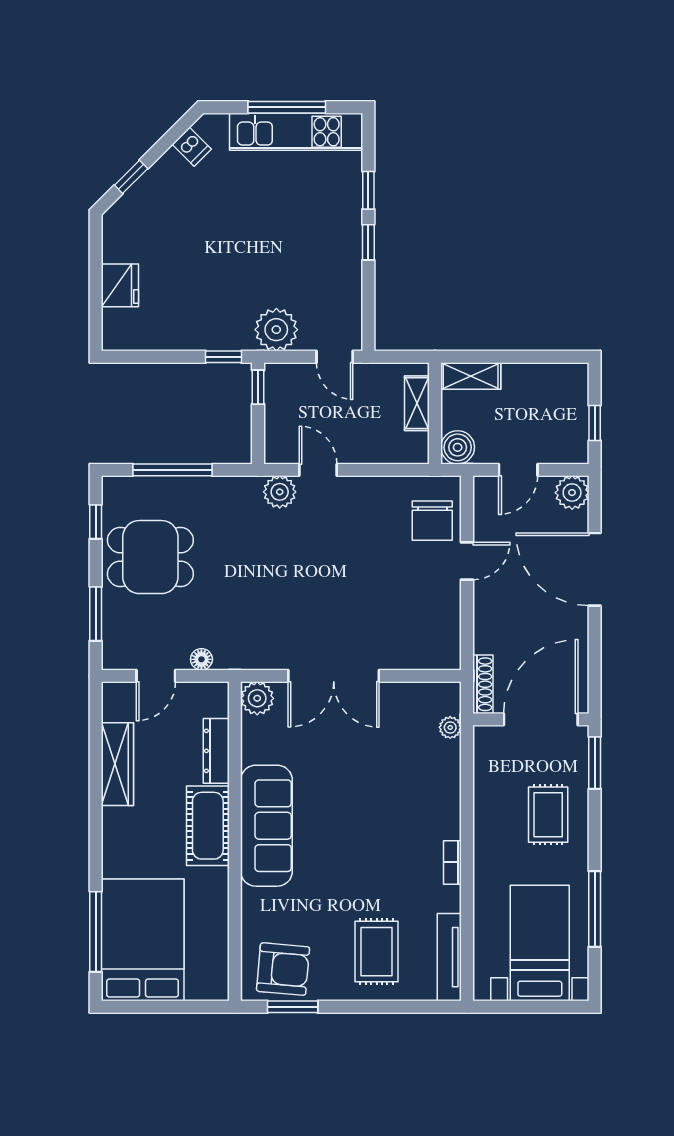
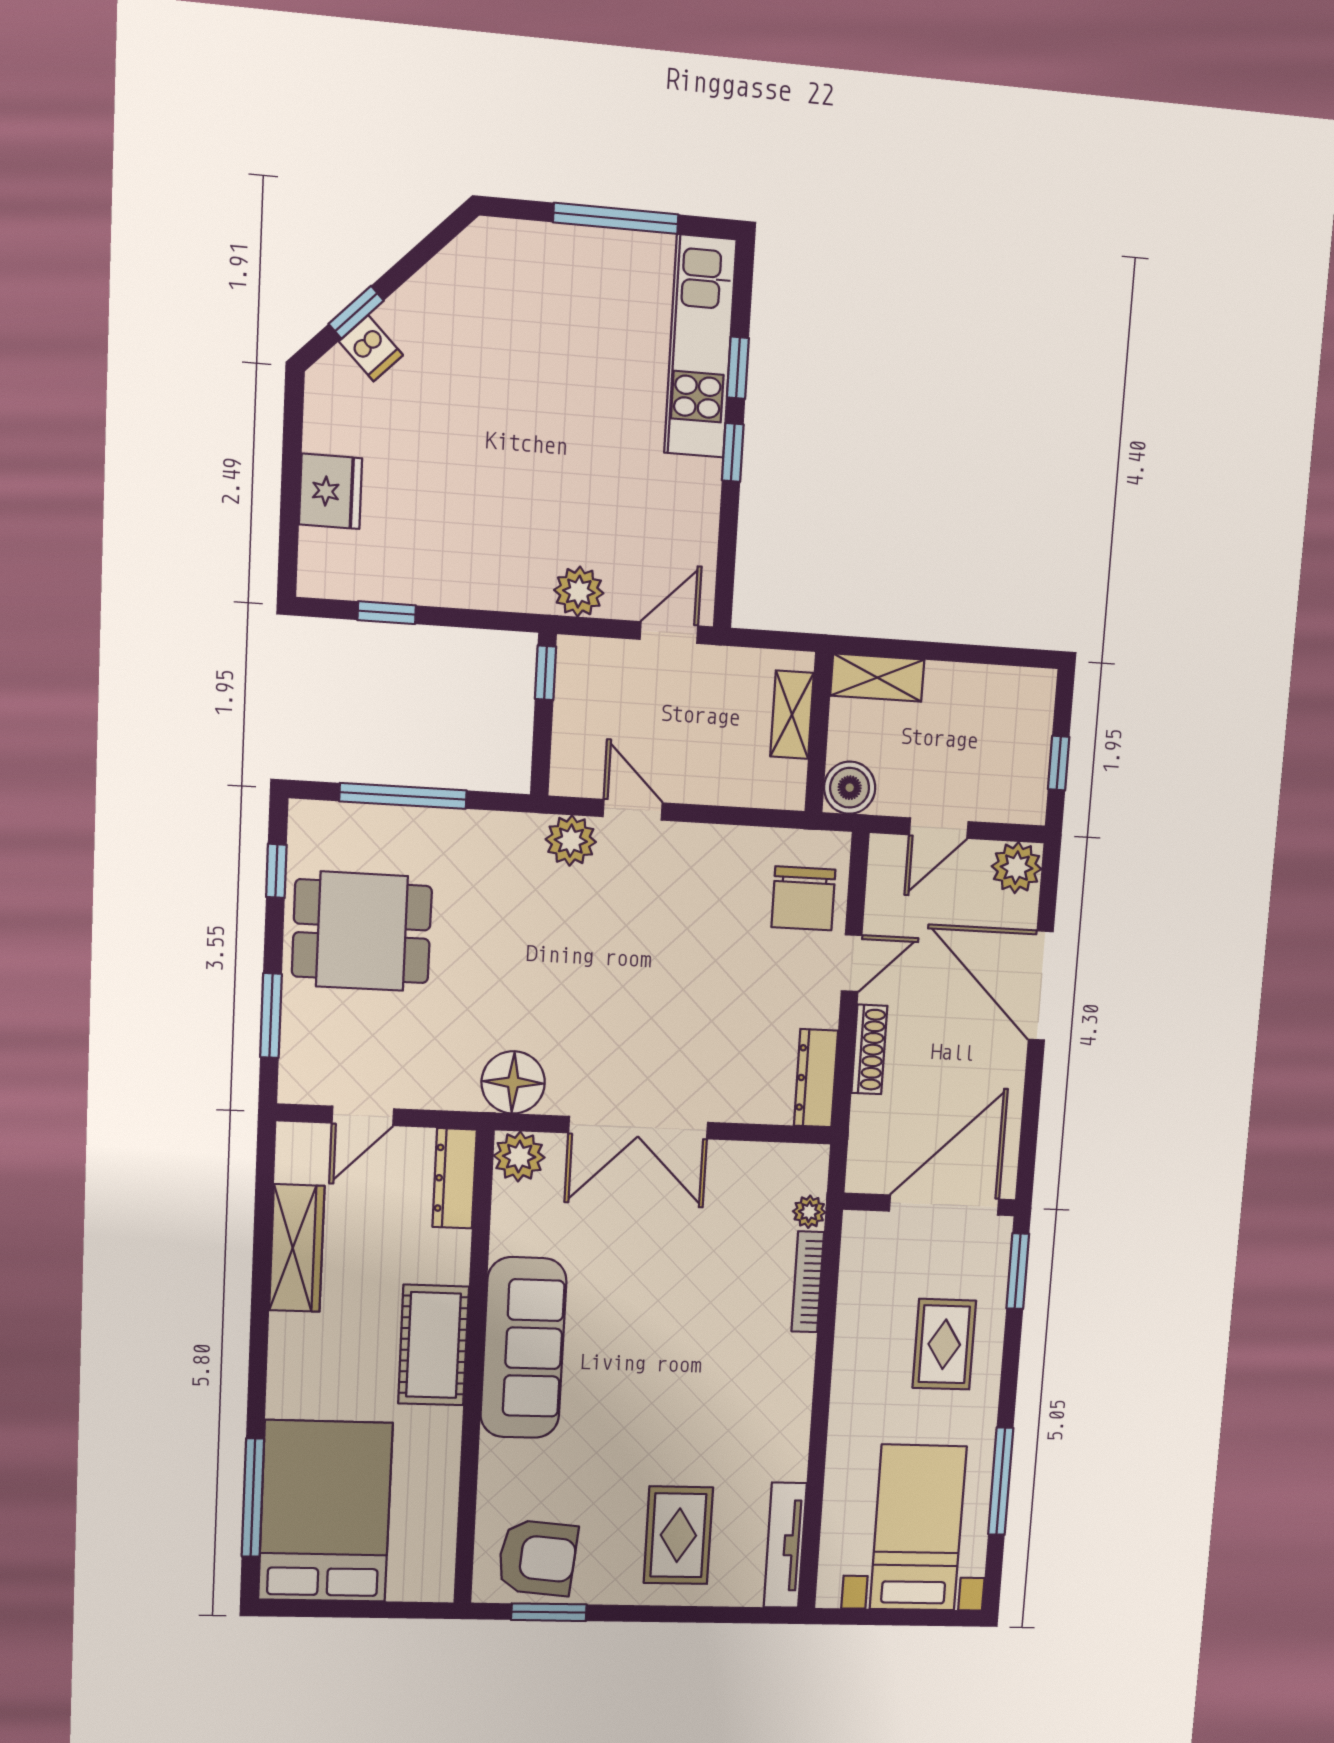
kitchen unit: (296, 132) -> (700, 346), moved, turned 90
dishwasher: (192, 147) -> (371, 348), moved
plant: (276, 330) -> (579, 592), width x0.73, depth x0.73
window: (223, 357) -> (387, 613), moved
door: (335, 357) -> (669, 633), swing flipped
dresser: (449, 638) -> (816, 1078), added
floor lamp: (201, 659) -> (513, 1082), moved, width x1.89, depth x1.89
shoe rack: (483, 684) -> (869, 1049), moved
dresser: (216, 751) -> (455, 1178), moved
bookcase: (452, 862) -> (808, 1282), moved, width x1.56

